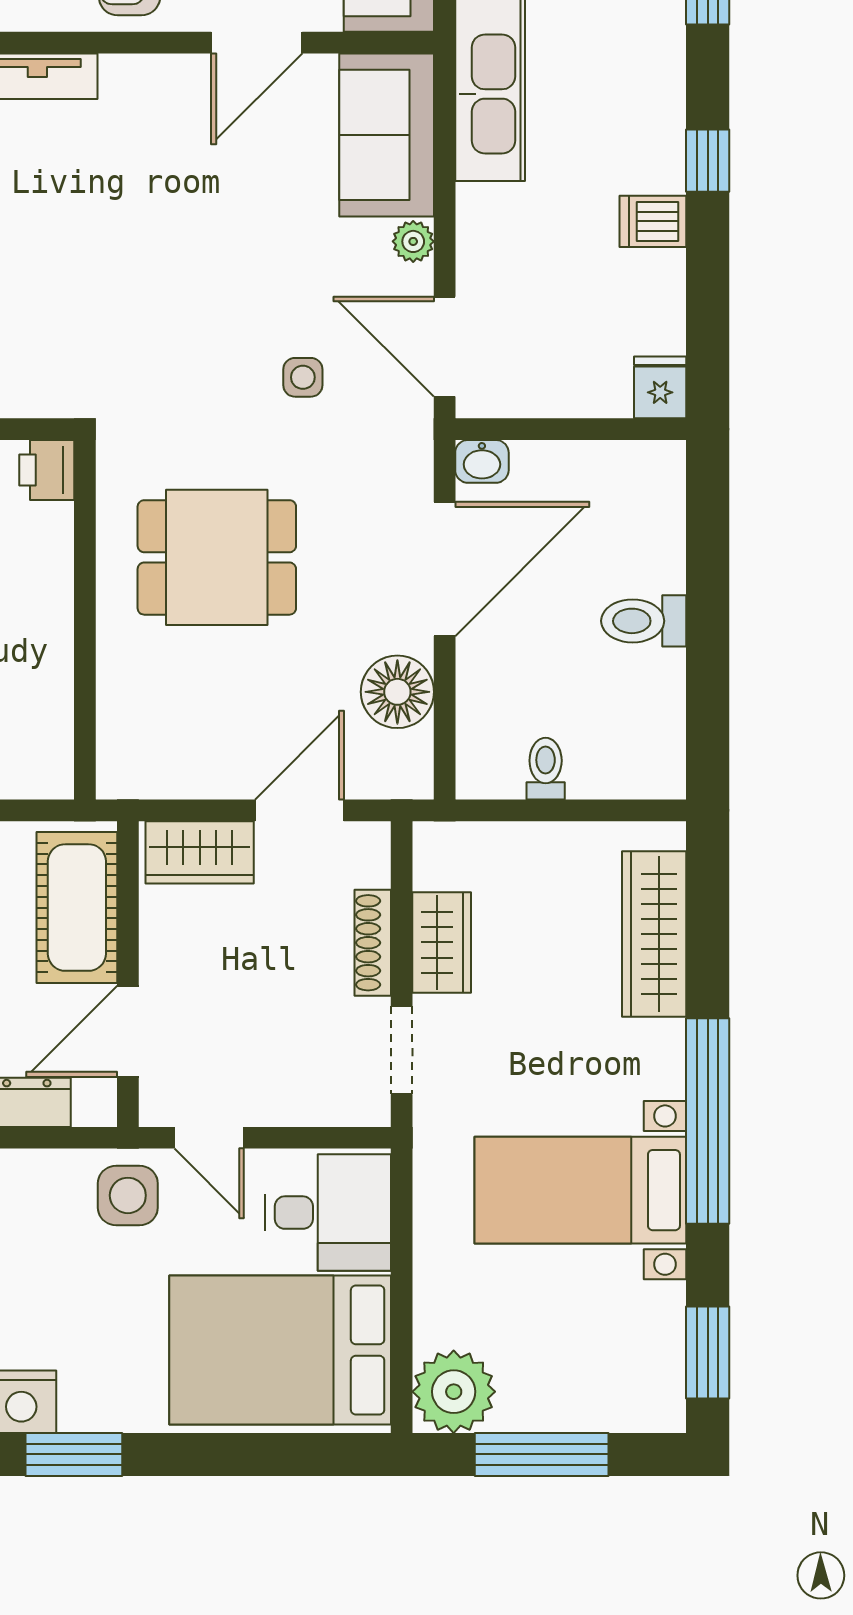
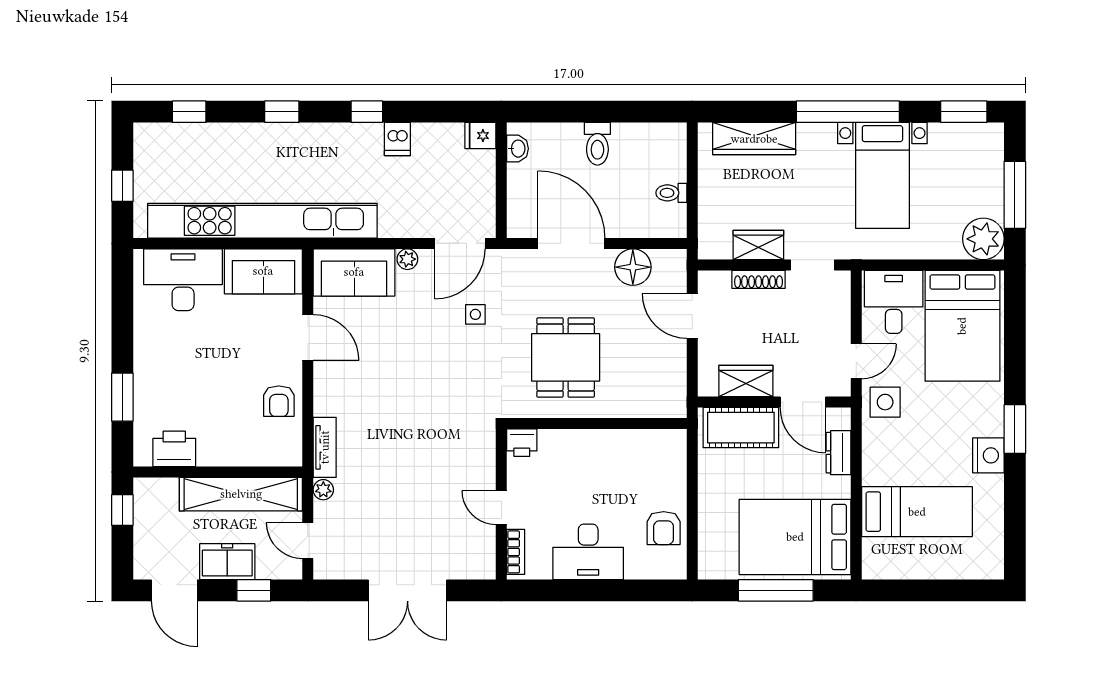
washbasin: (482, 461) -> (518, 149), moved
wardrobe: (200, 852) -> (746, 381), moved, turned -90

